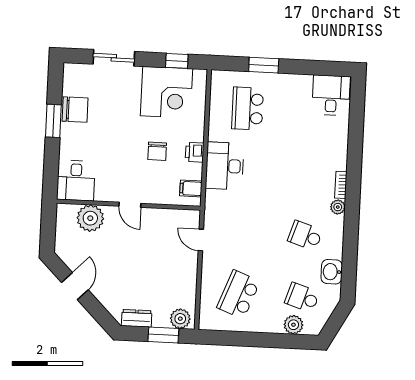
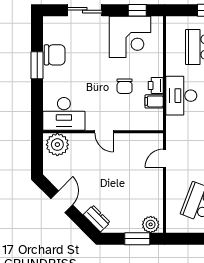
desk: (76, 181) -> (64, 114), width x1.37
filing cabinet: (191, 188) -> (154, 101), moved
plant: (90, 218) -> (57, 145), moved
door: (201, 240) -> (164, 158), hinge flipped
dresser: (137, 318) -> (97, 219), moved, turned 45

